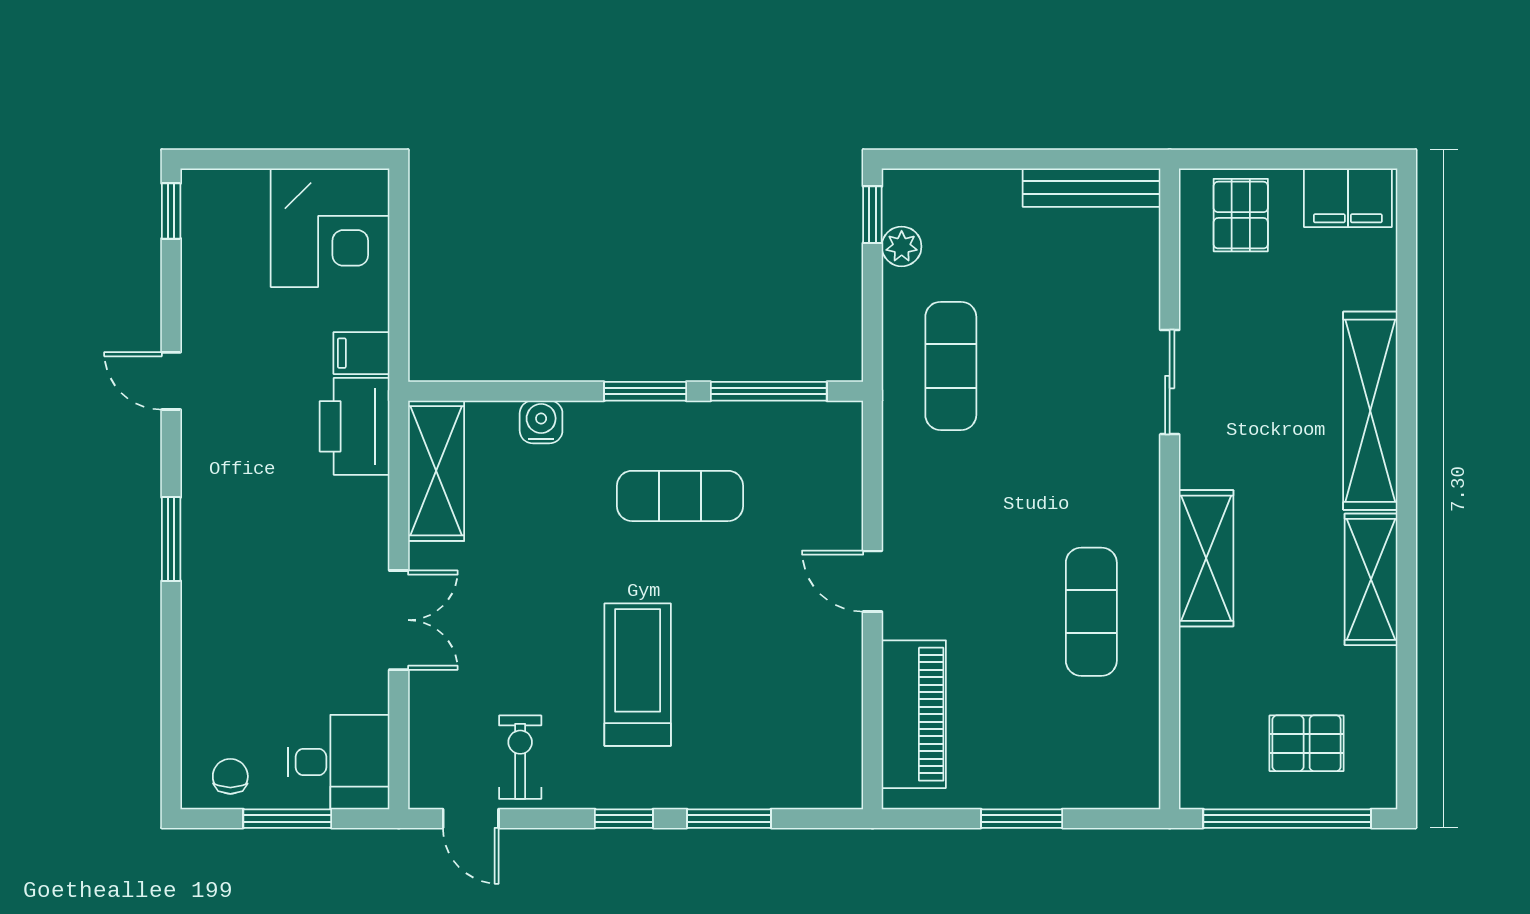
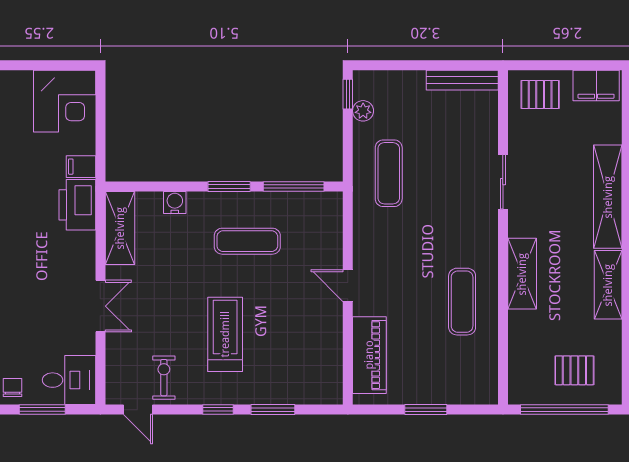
pallet: (1241, 215) -> (540, 95), turned 90

